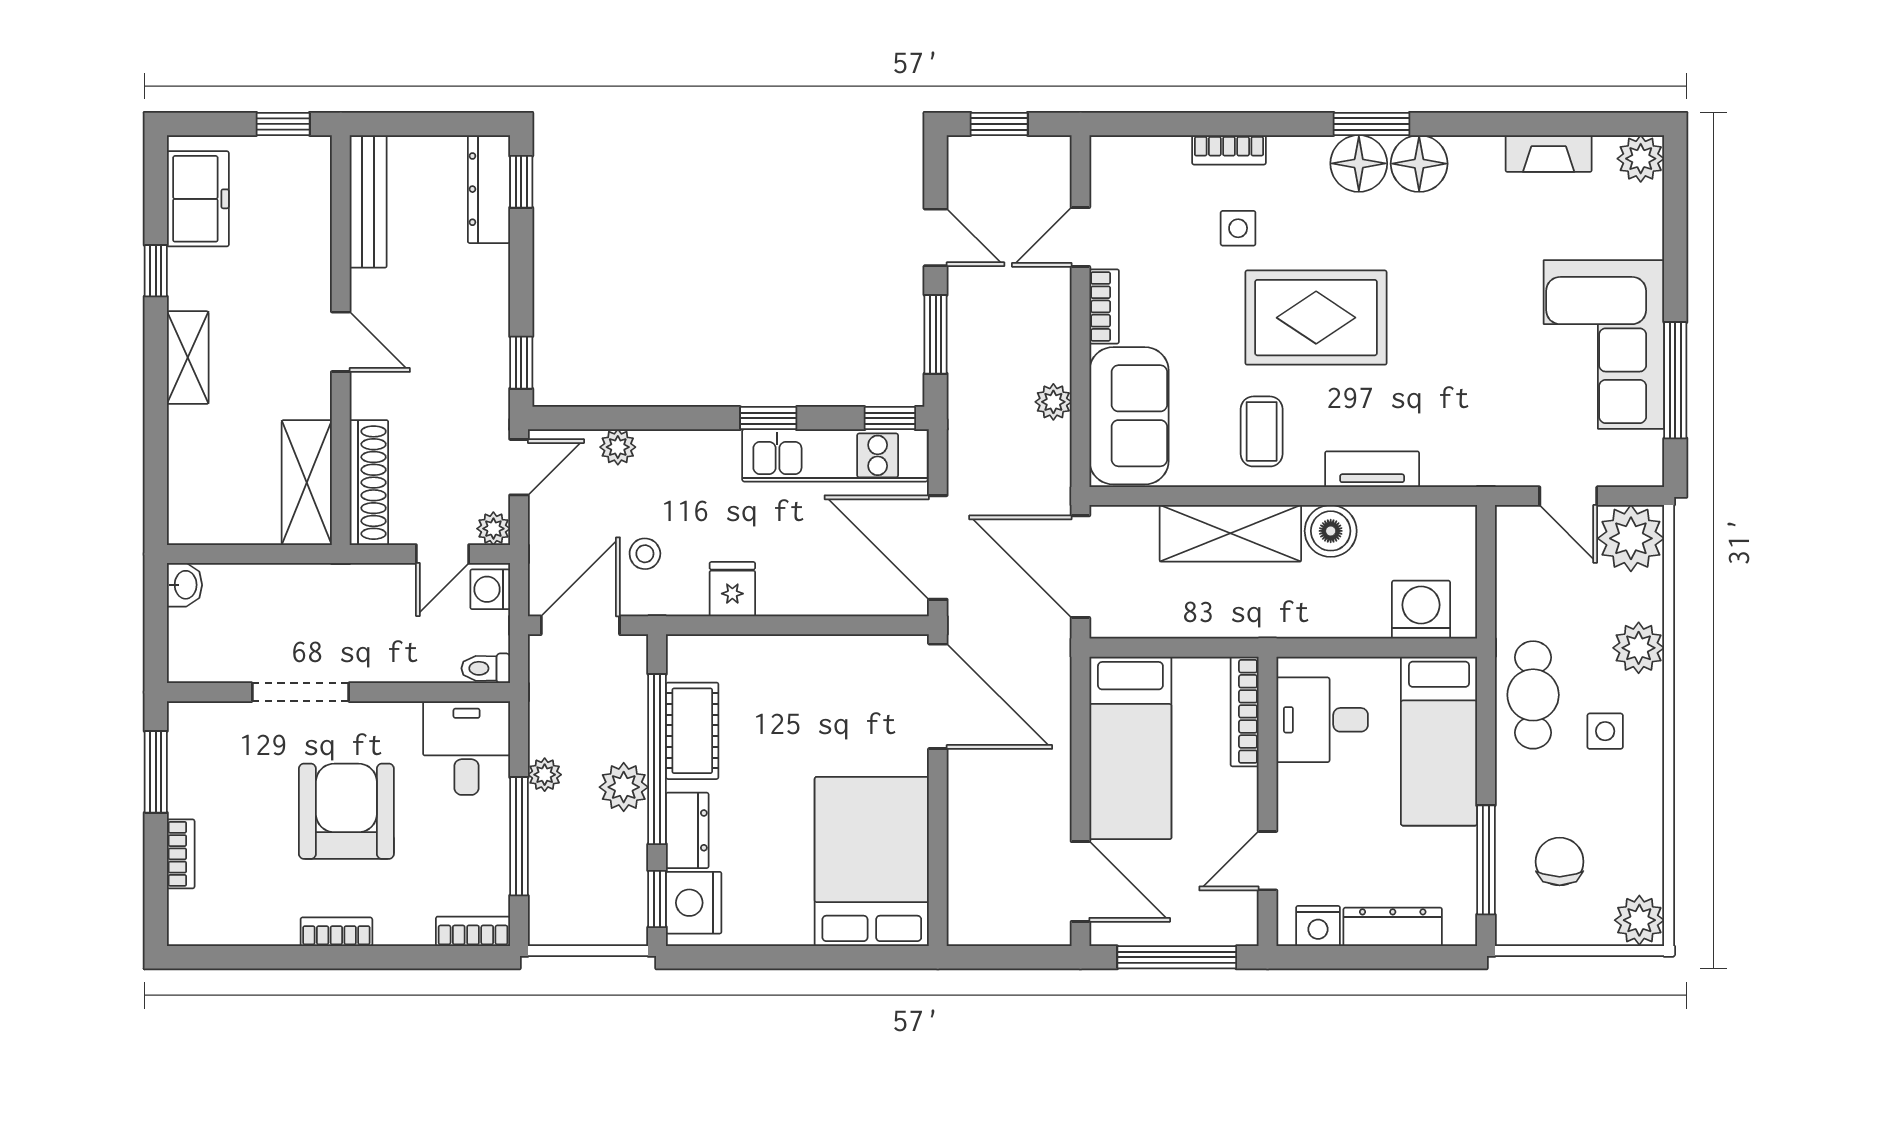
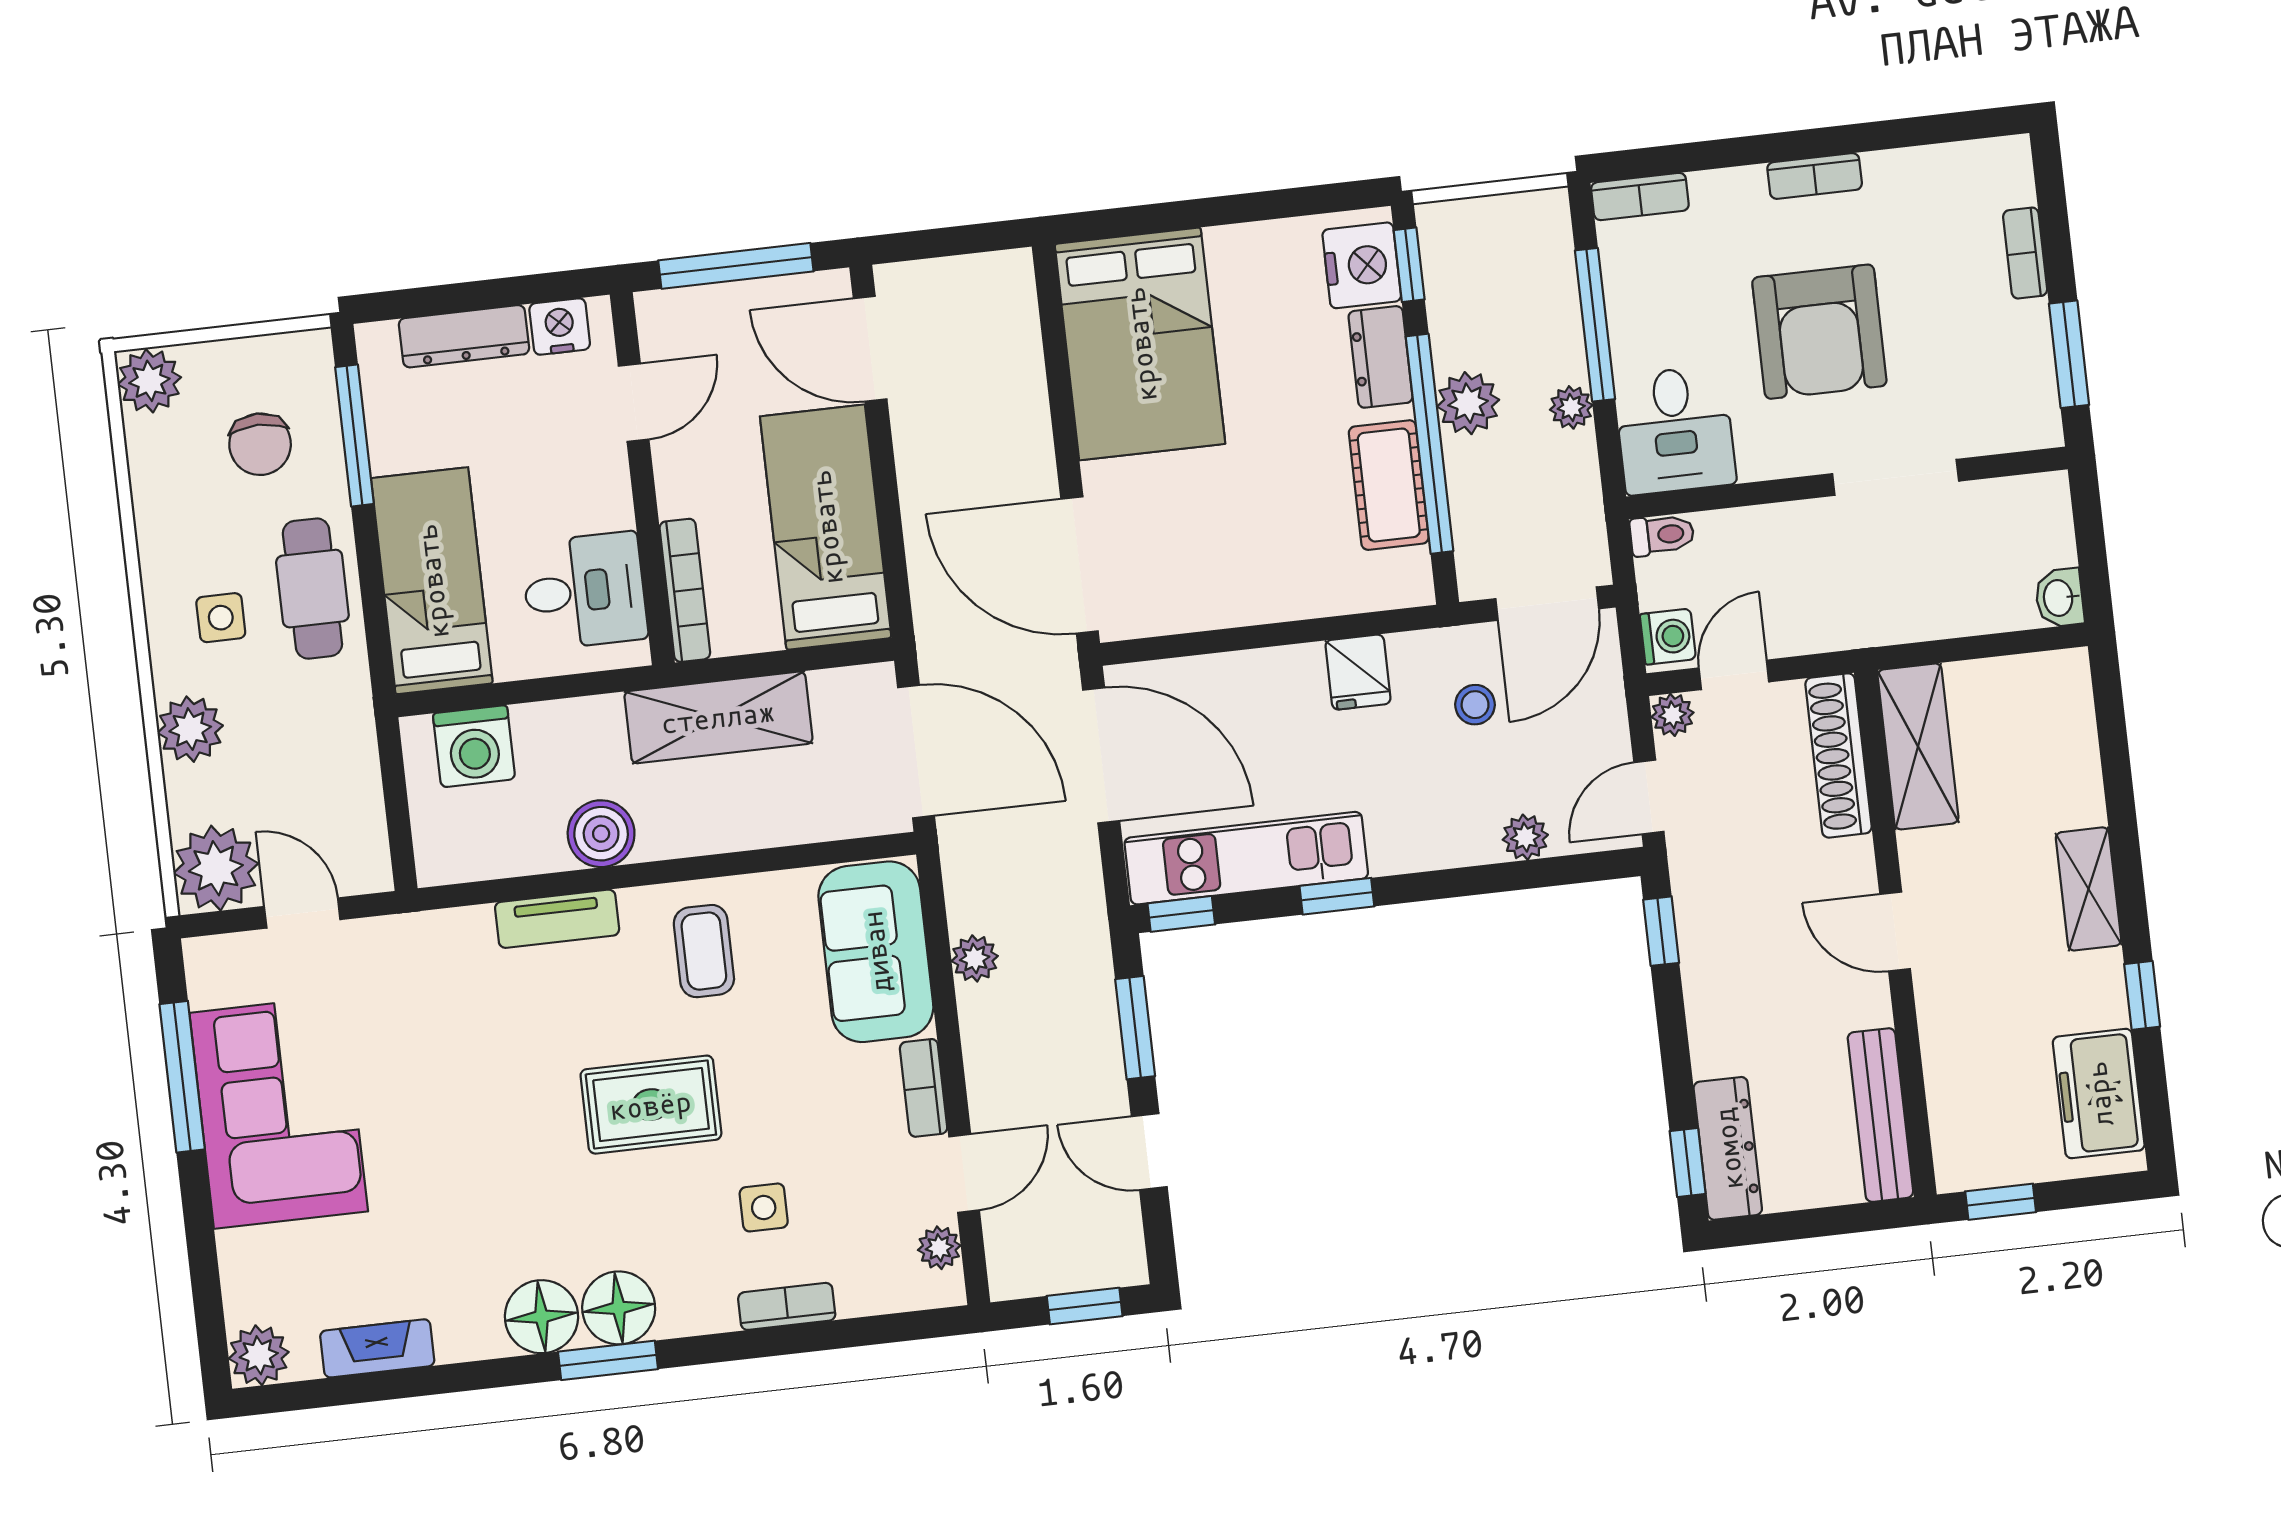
plant: (1106, 182) -> (939, 1248), added
rug: (1316, 318) -> (651, 1105), width x0.73, depth x0.70
shelving: (1230, 533) -> (718, 717), moved
cafe table: (1533, 695) -> (312, 589), moved

